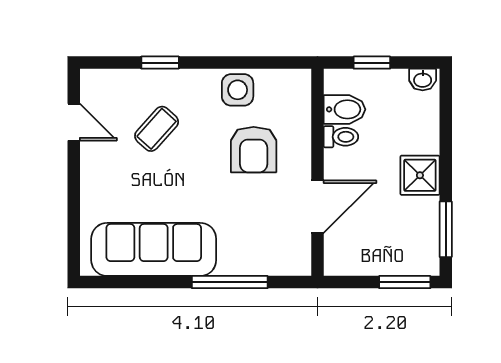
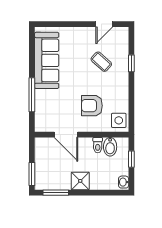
side table: (238, 90) -> (119, 120), moved

